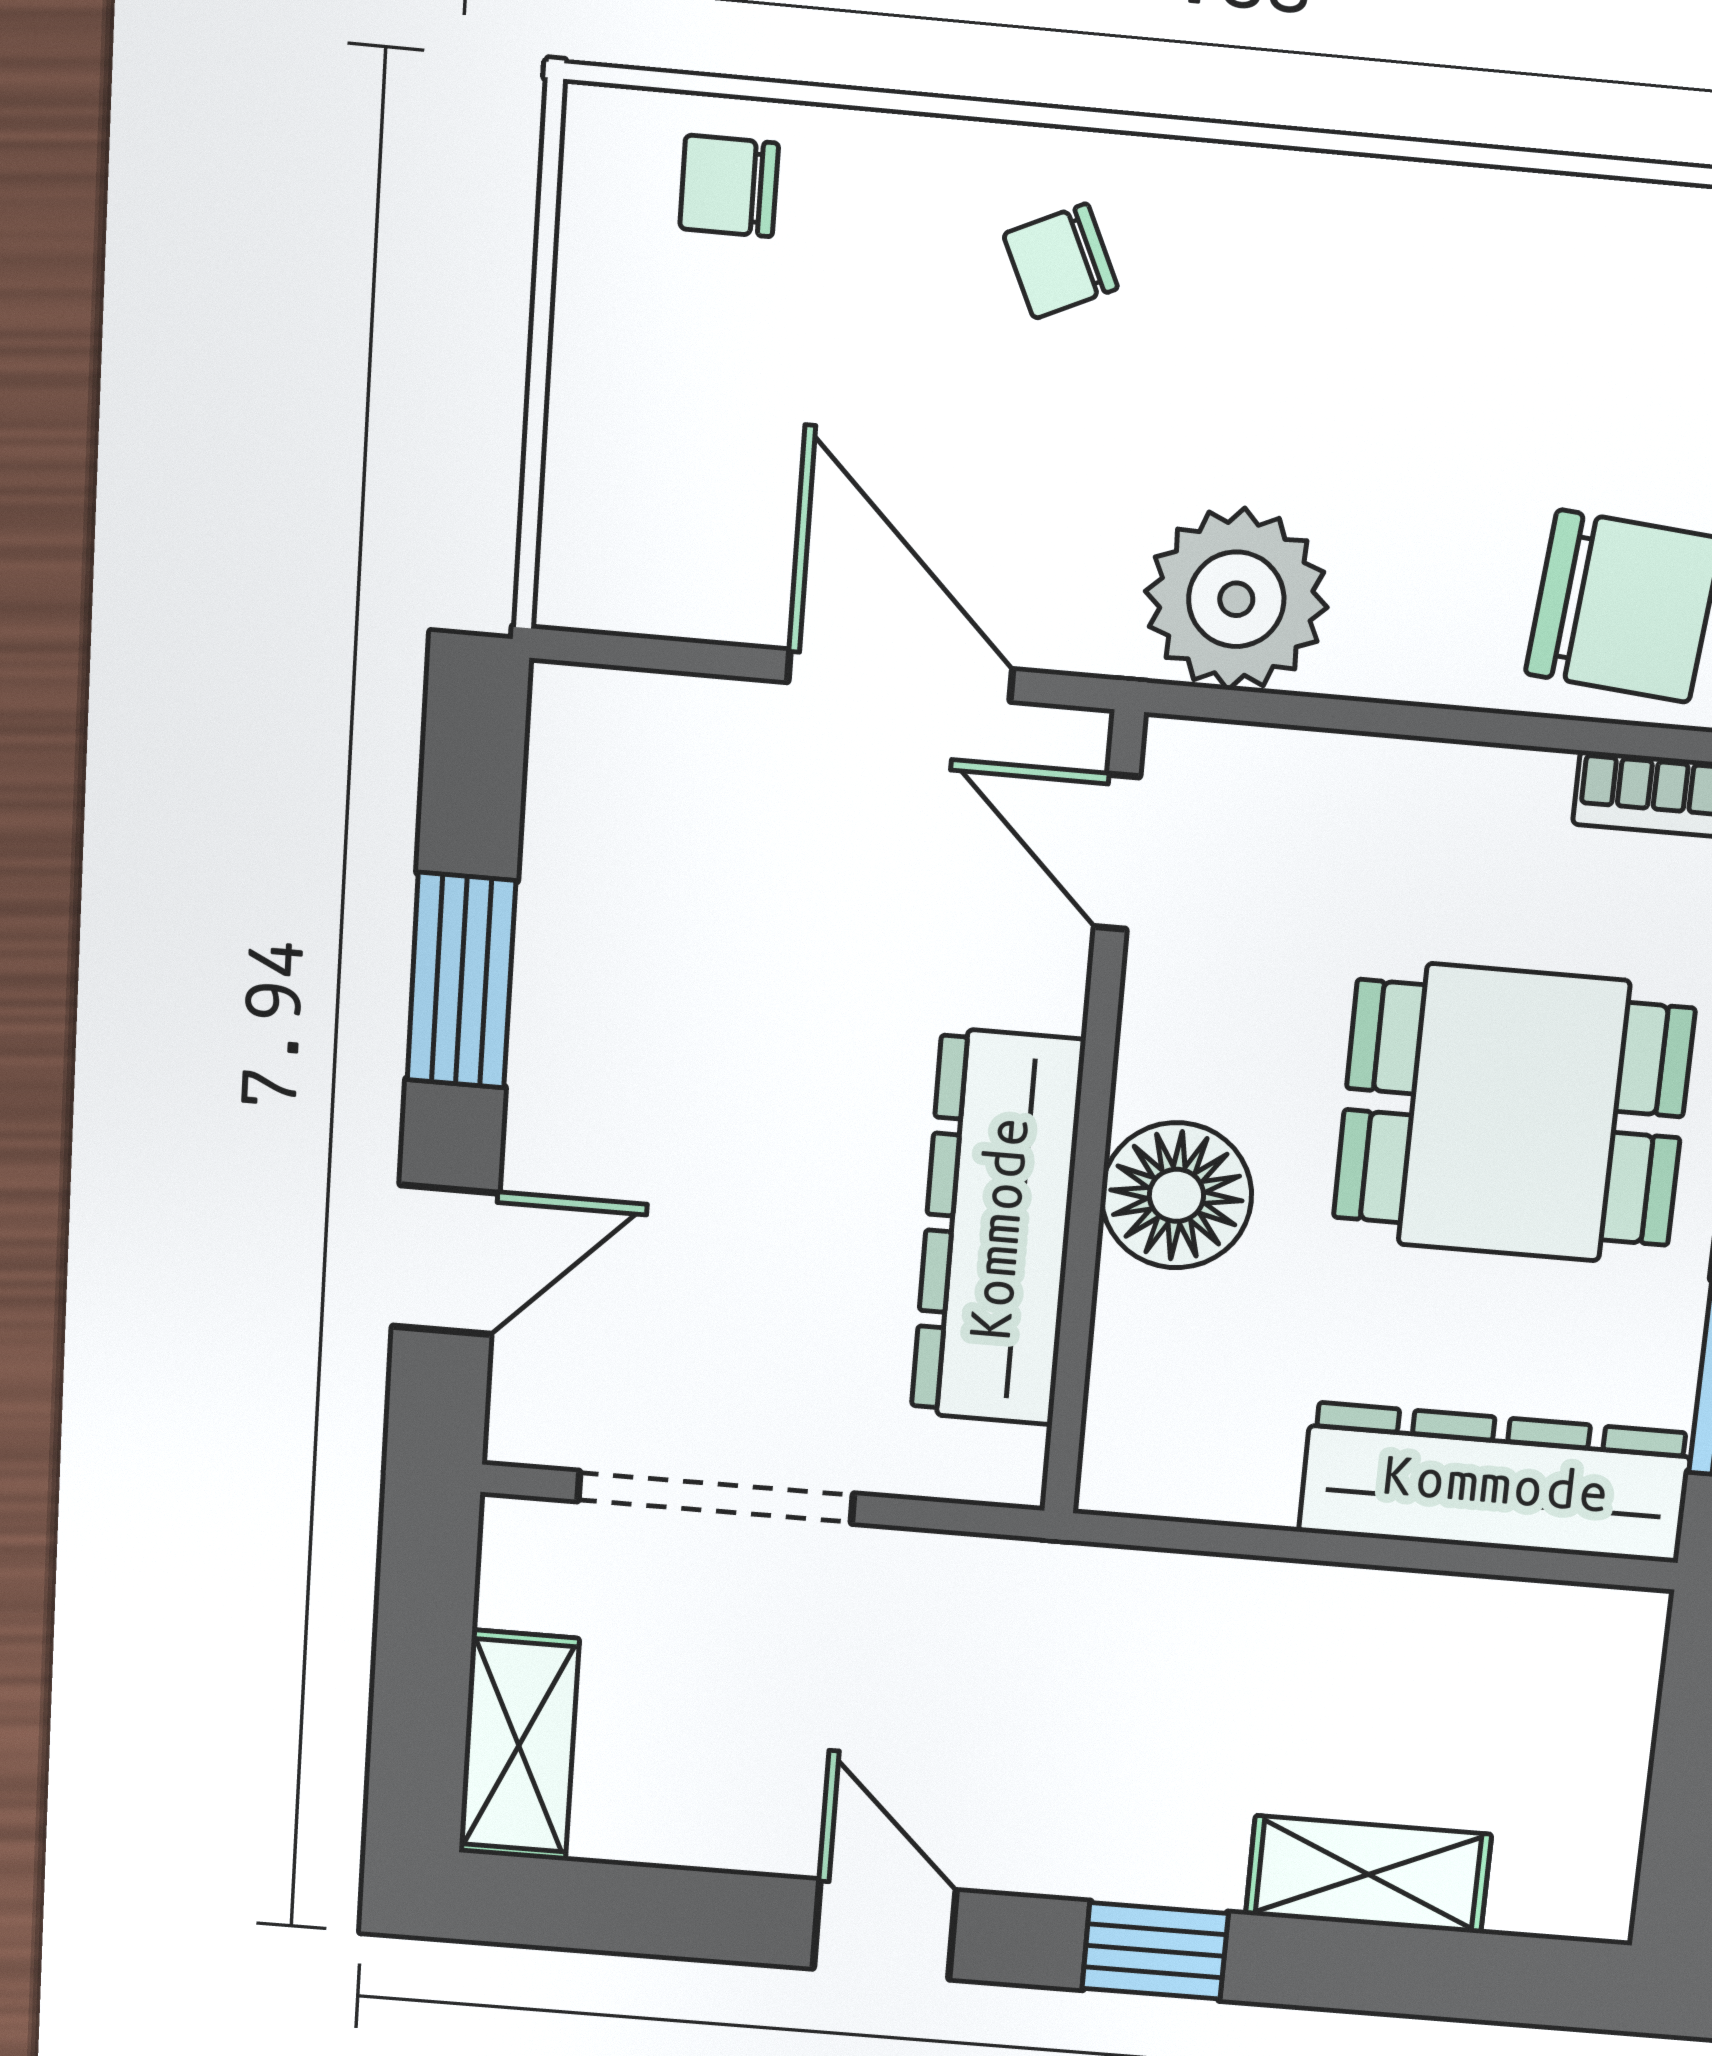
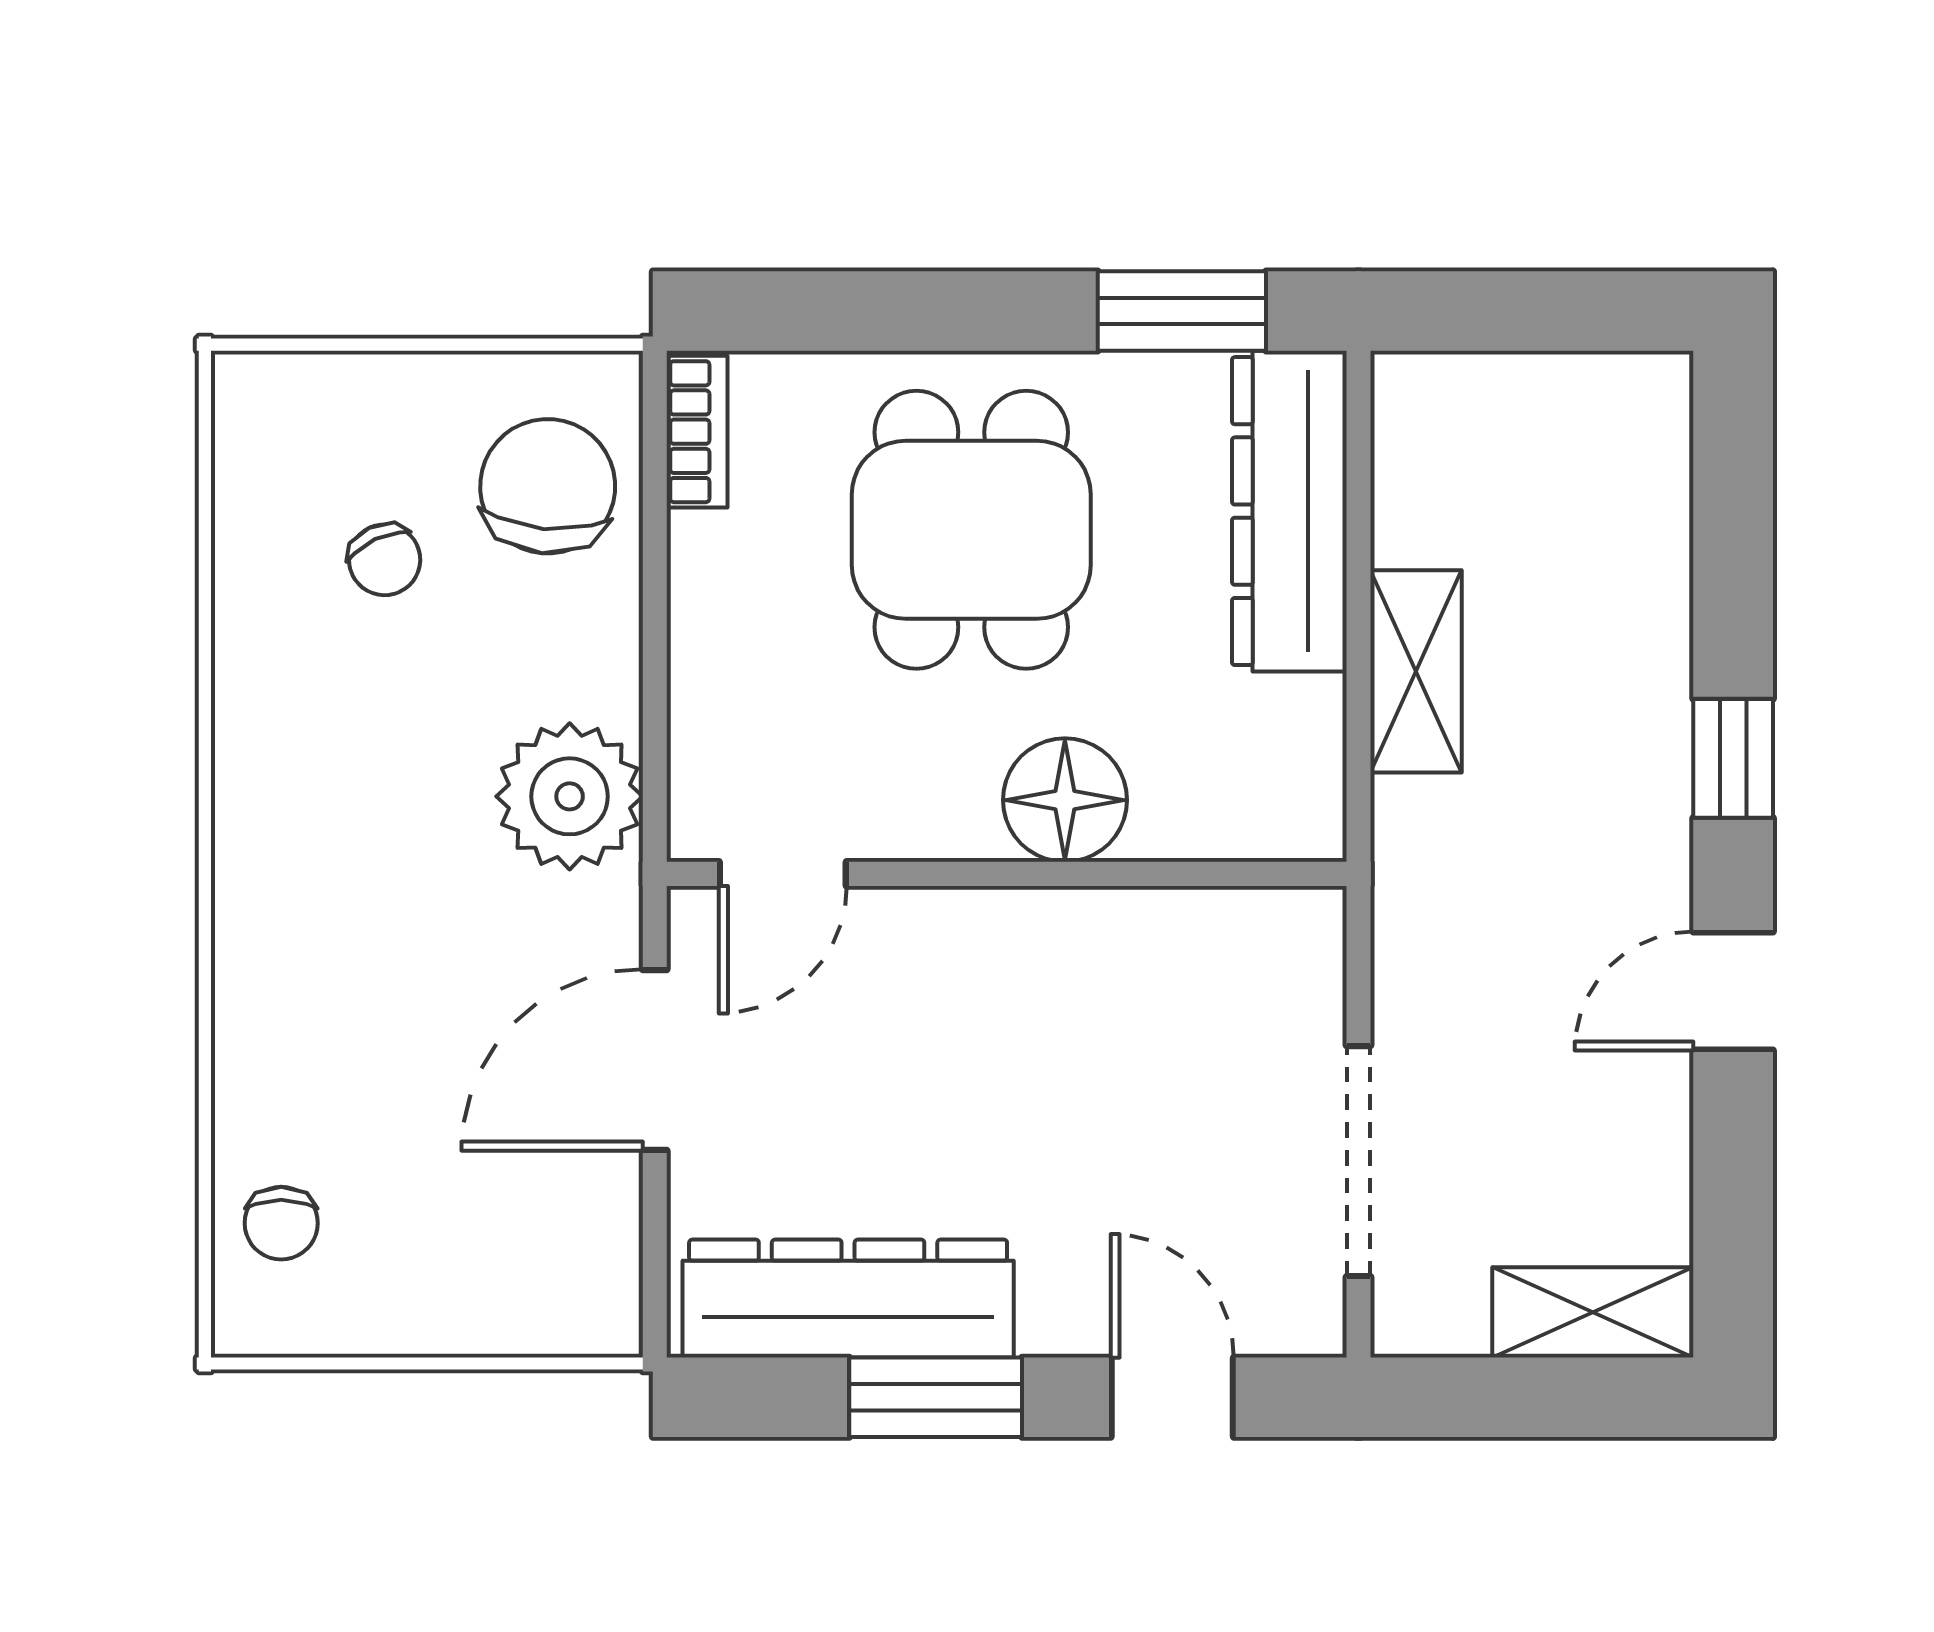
chair: (1061, 261) -> (385, 560), moved
dresser: (998, 1228) -> (848, 1299), moved, turned 180
shelving: (1368, 1875) -> (1416, 671), moved

